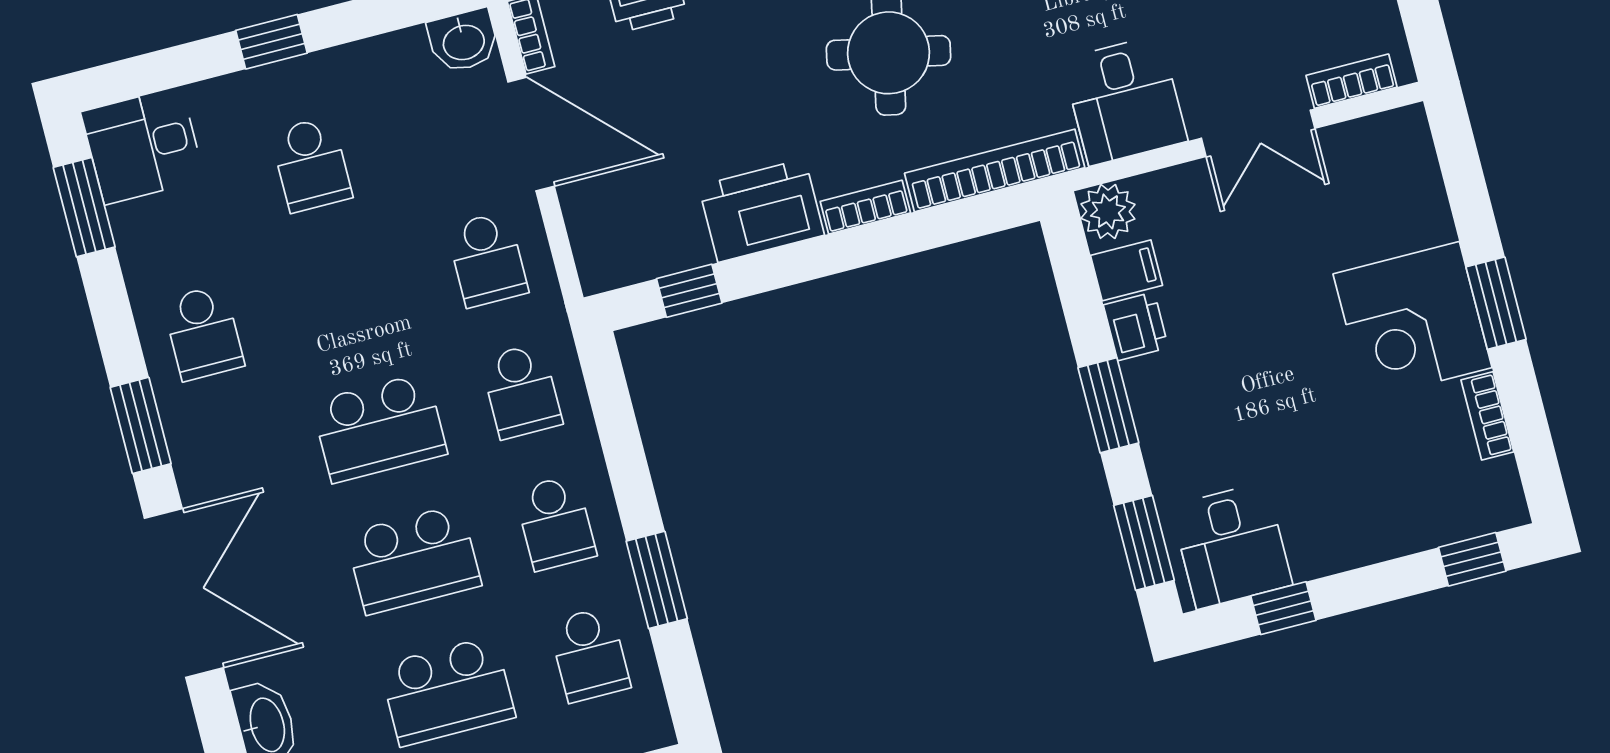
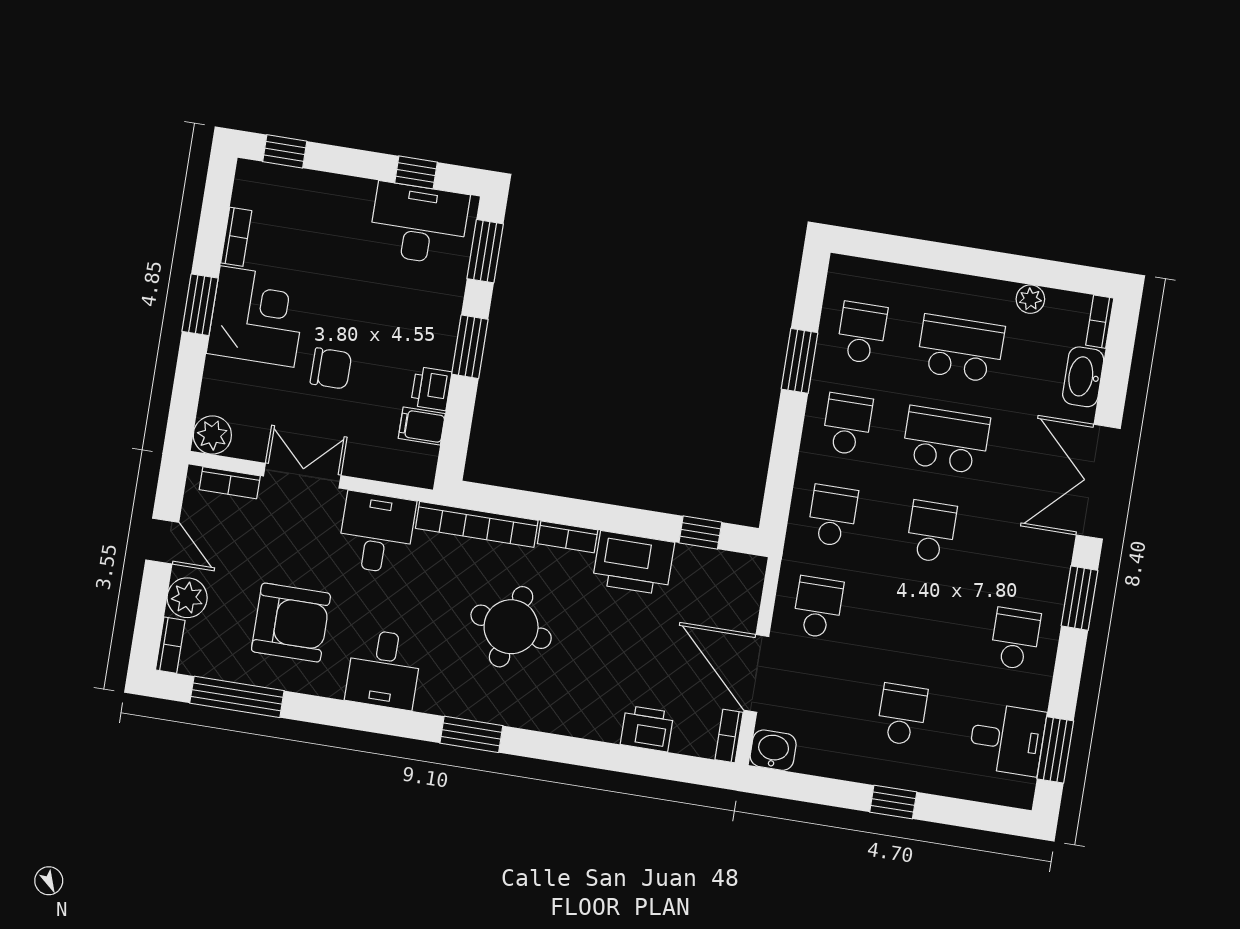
desk: (143, 146) -> (1007, 739), moved
plant: (1108, 211) -> (212, 435), moved
chair: (1283, 294) -> (331, 368), added
school desk: (379, 428) -> (931, 531), width x0.54
desk: (1231, 545) -> (419, 224), width x1.37

